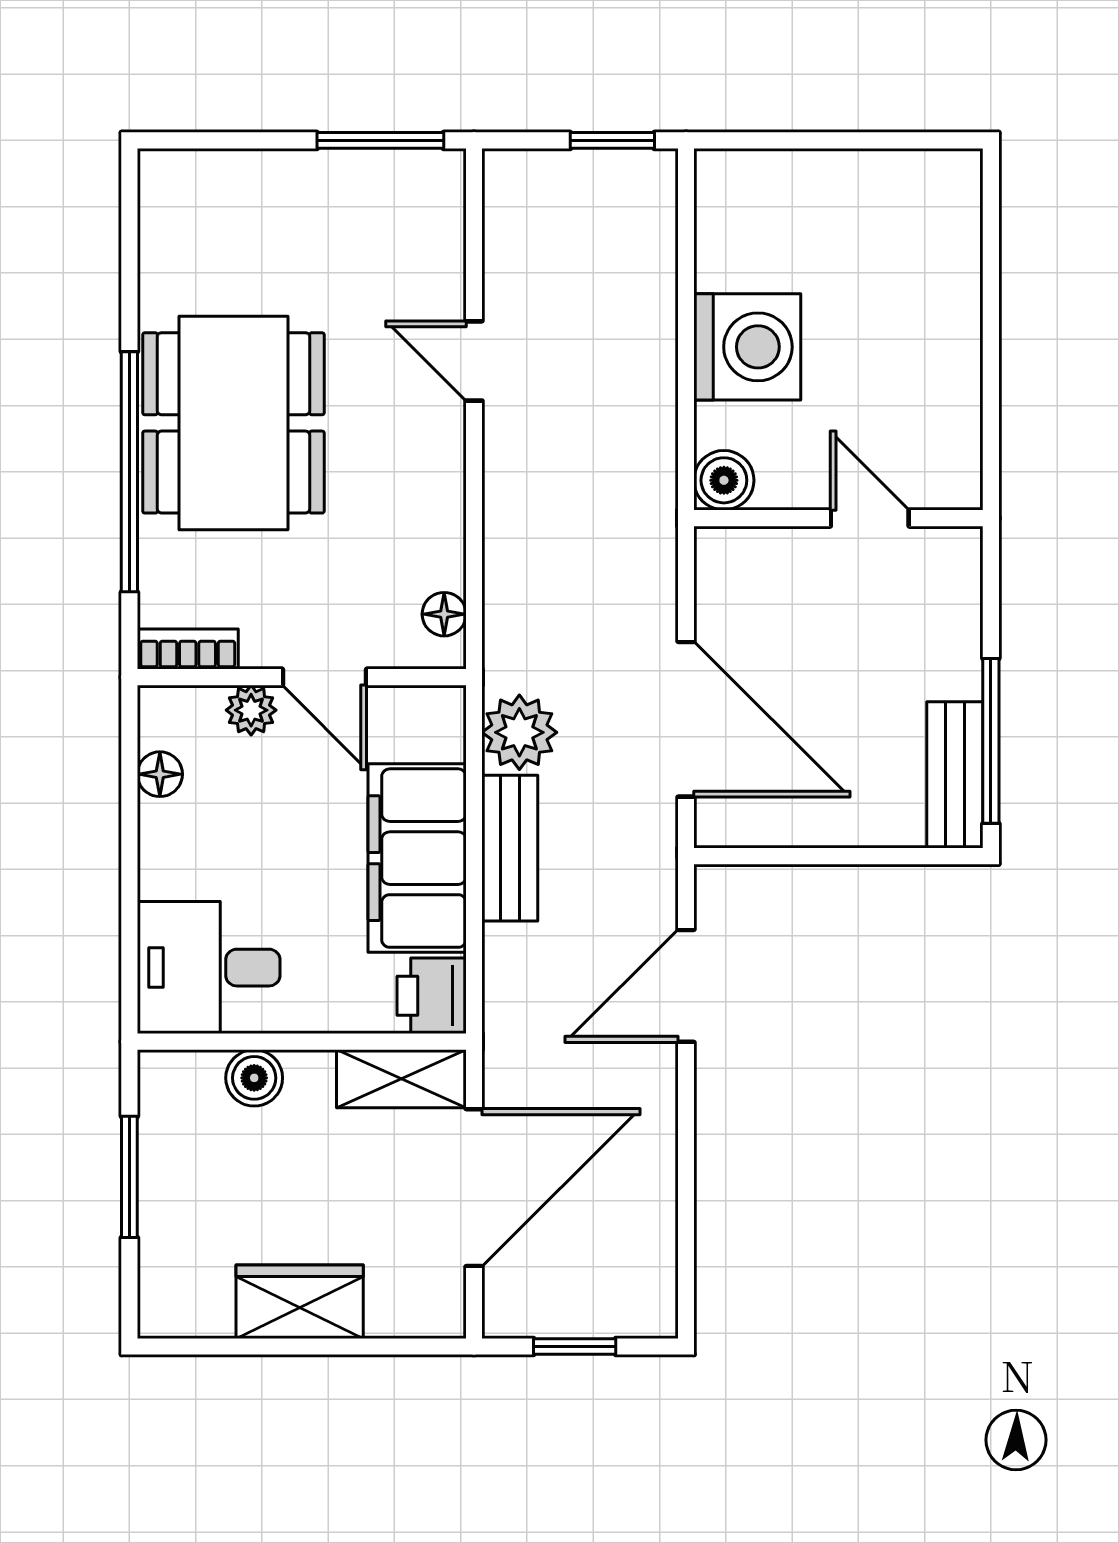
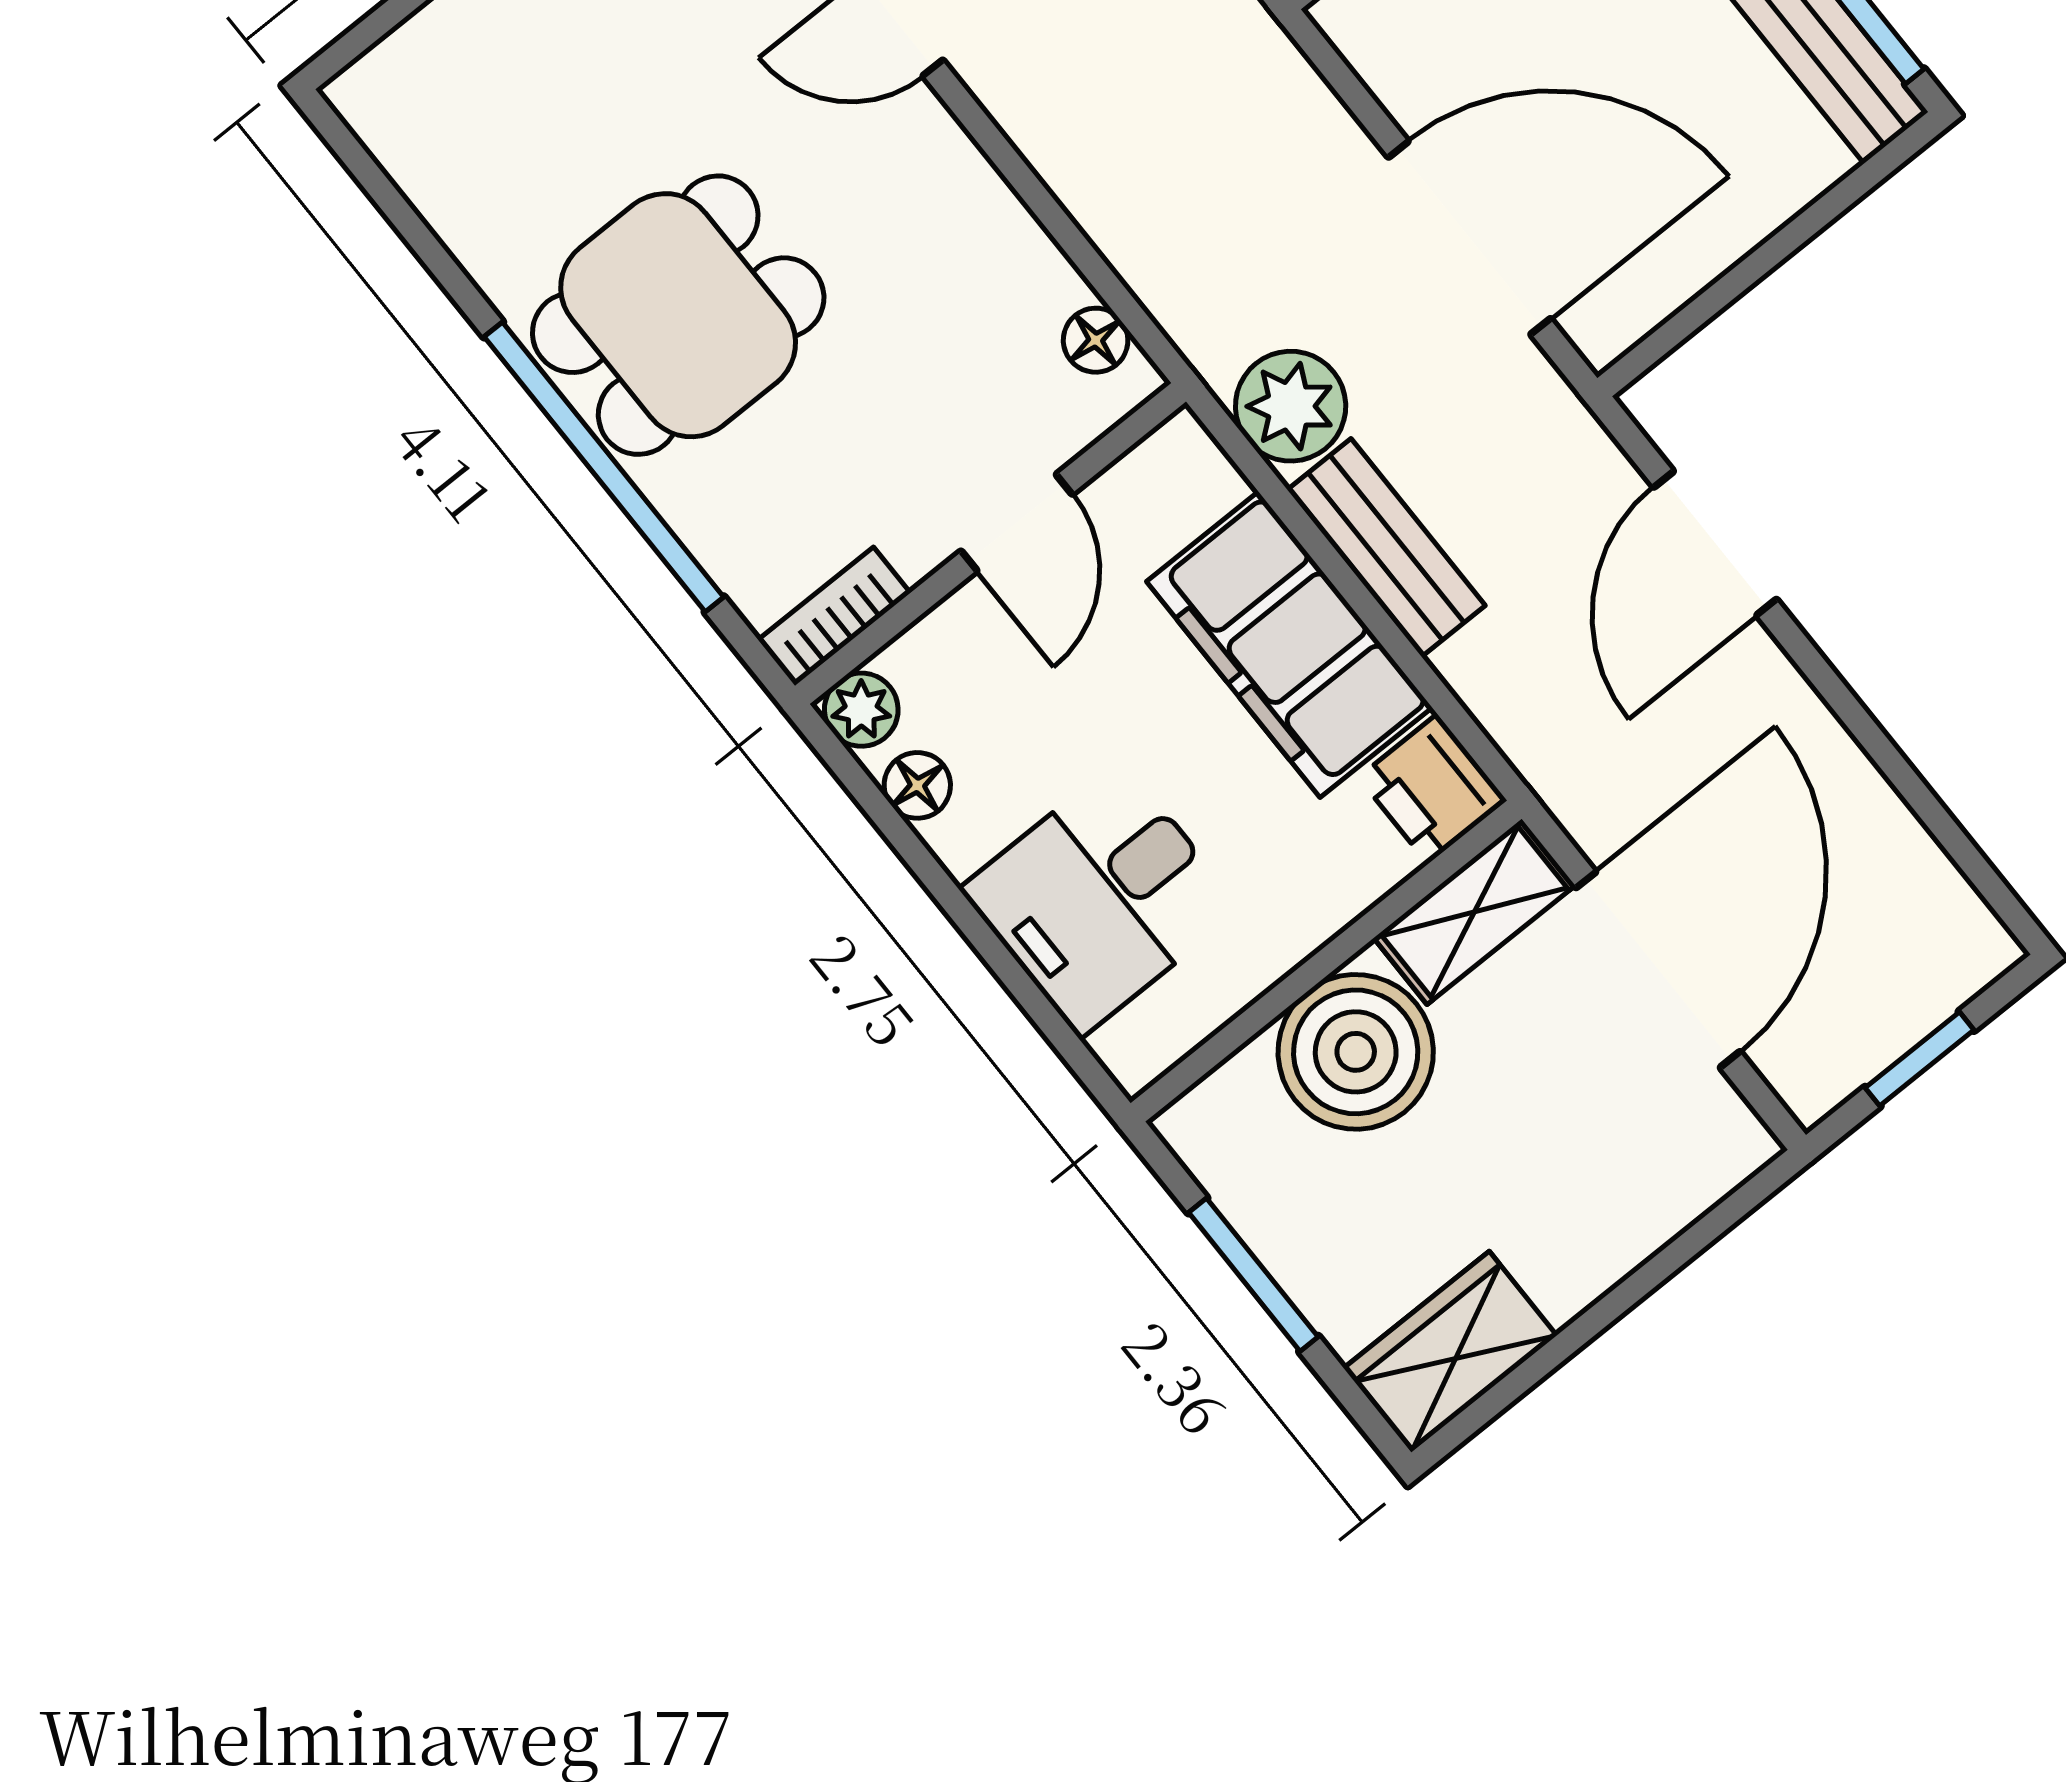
dining table: (233, 423) -> (678, 315), width x0.73
door: (324, 677) -> (1017, 523), hinge flipped
plant: (251, 710) -> (861, 710), moved
desk: (209, 968) -> (1101, 899), moved
boiler: (254, 1078) -> (1356, 1052), width x1.86, depth x1.86
wardrobe: (300, 1302) -> (1450, 1352), moved

